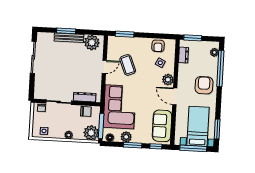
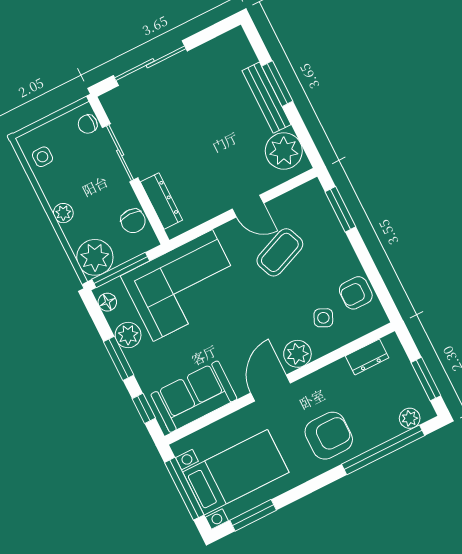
window: (193, 38) -> (426, 379), moved
sliding door: (33, 57) -> (150, 63), moved

